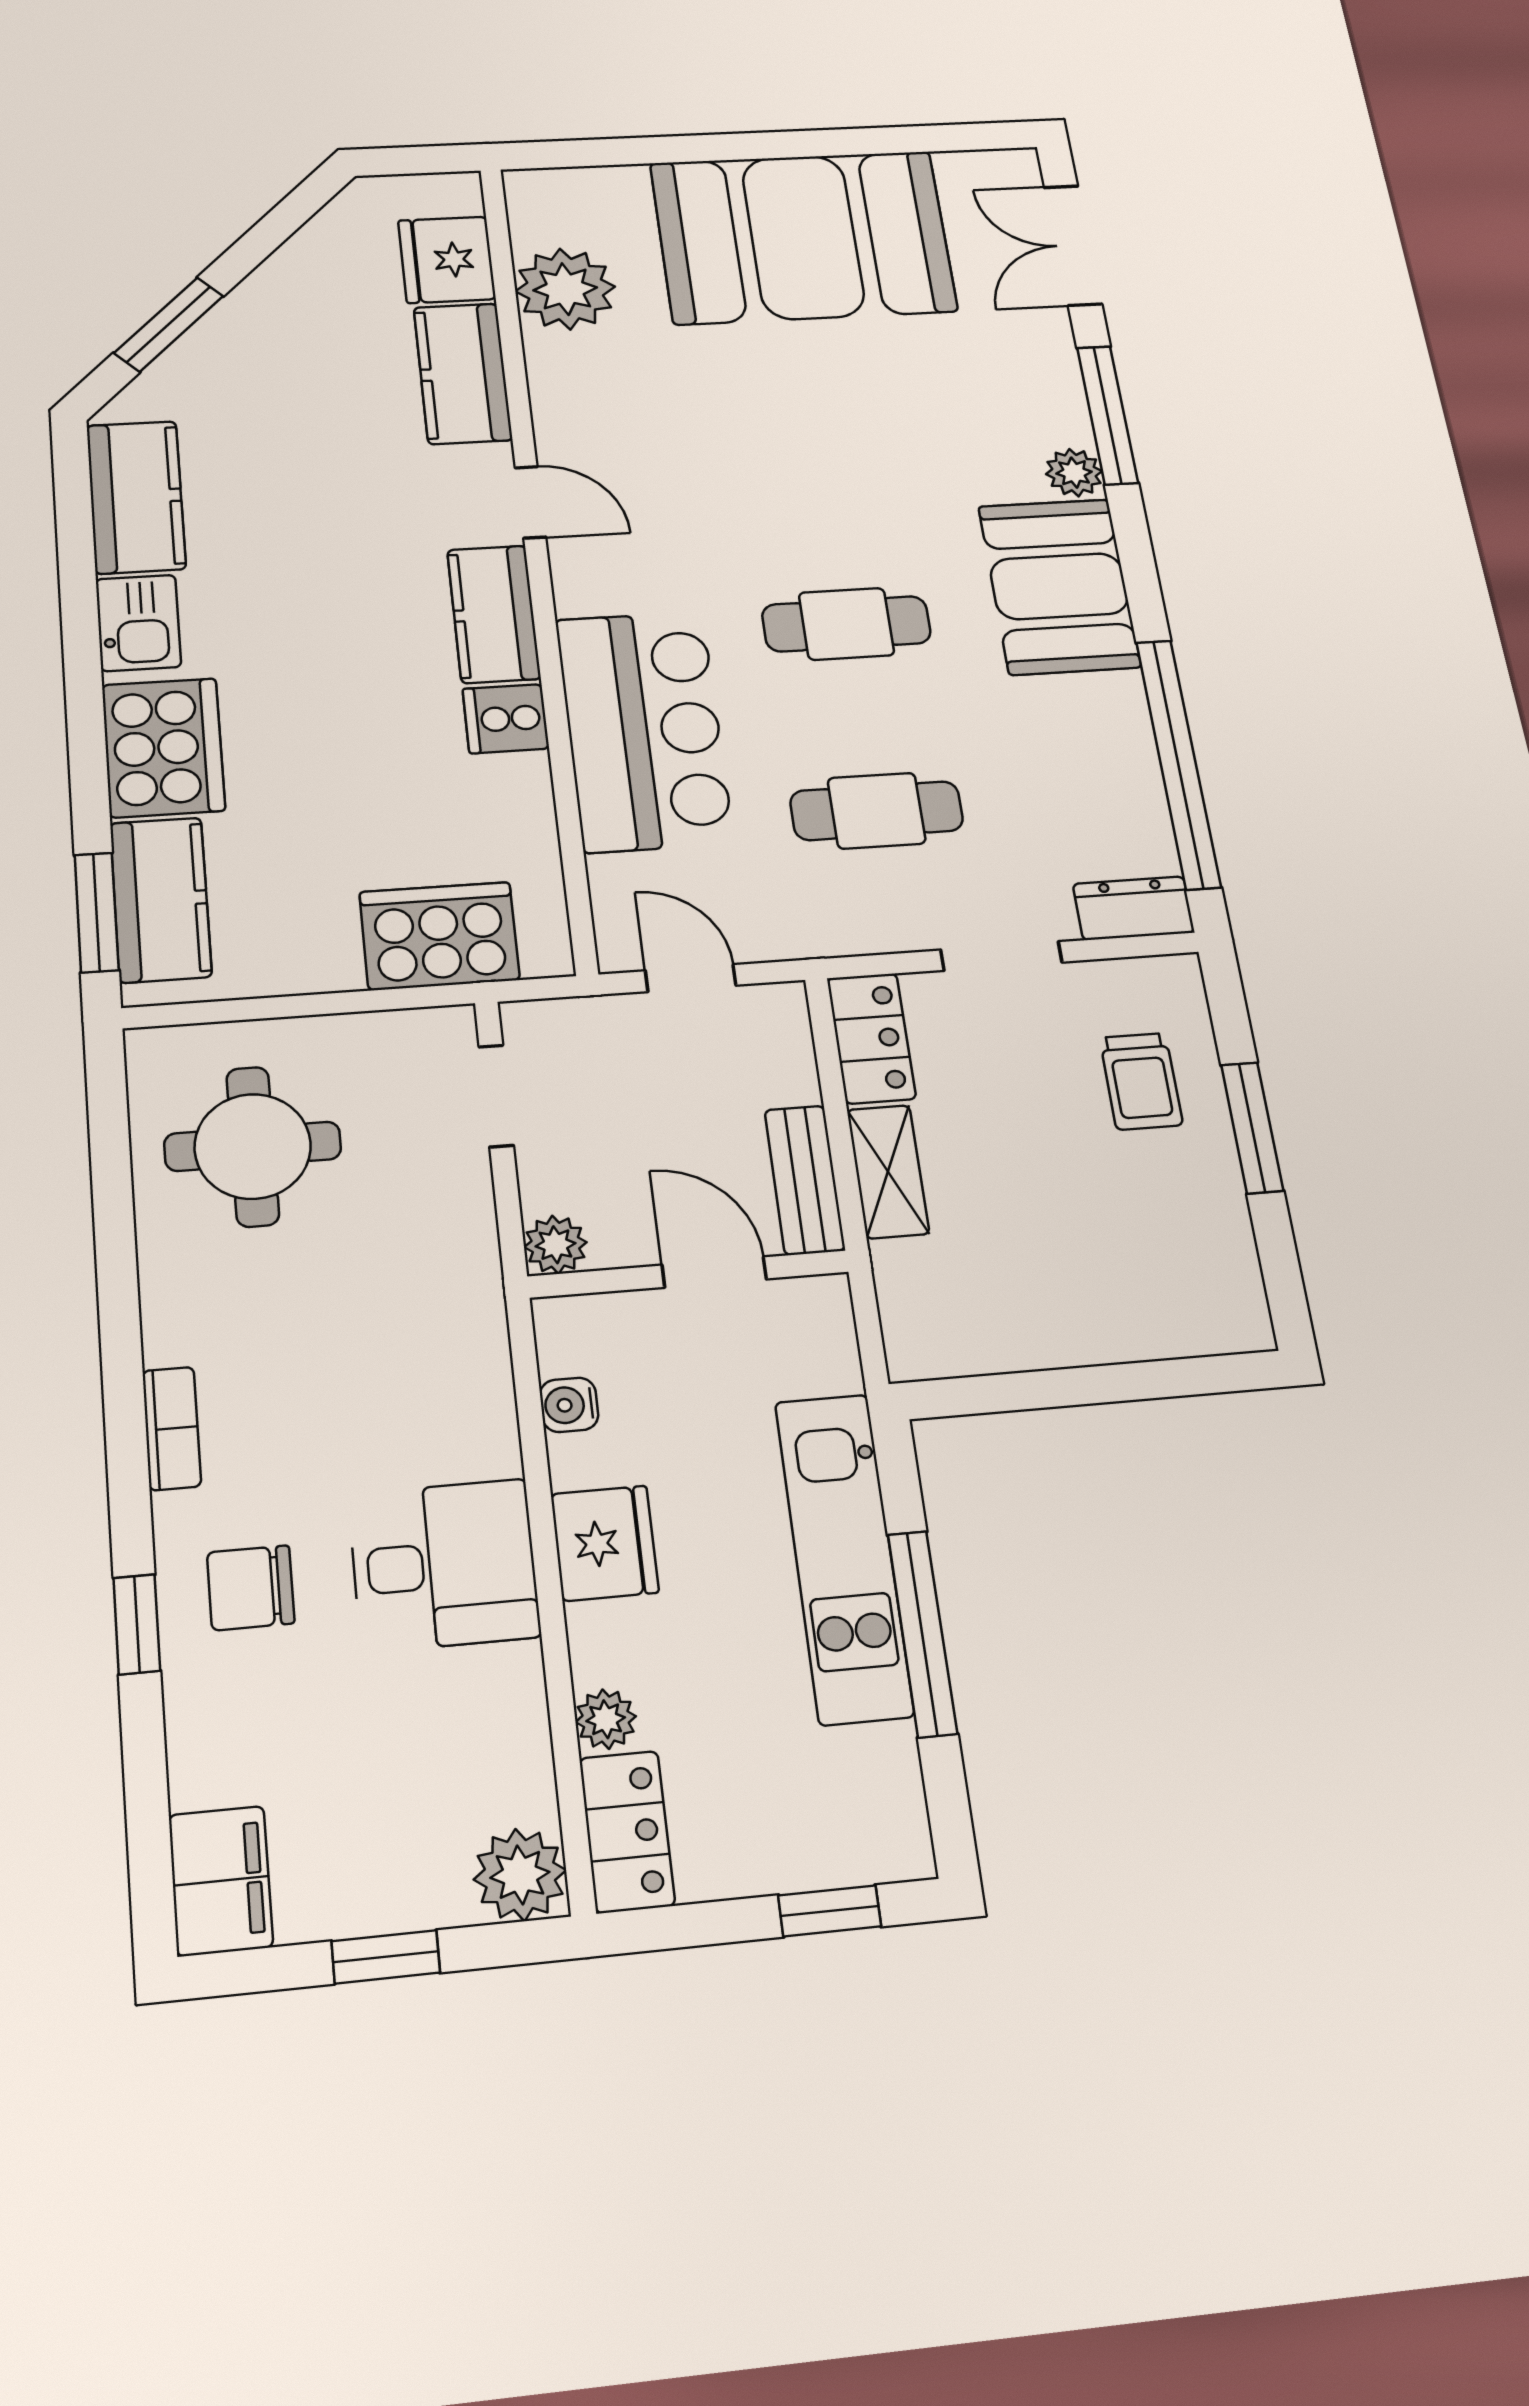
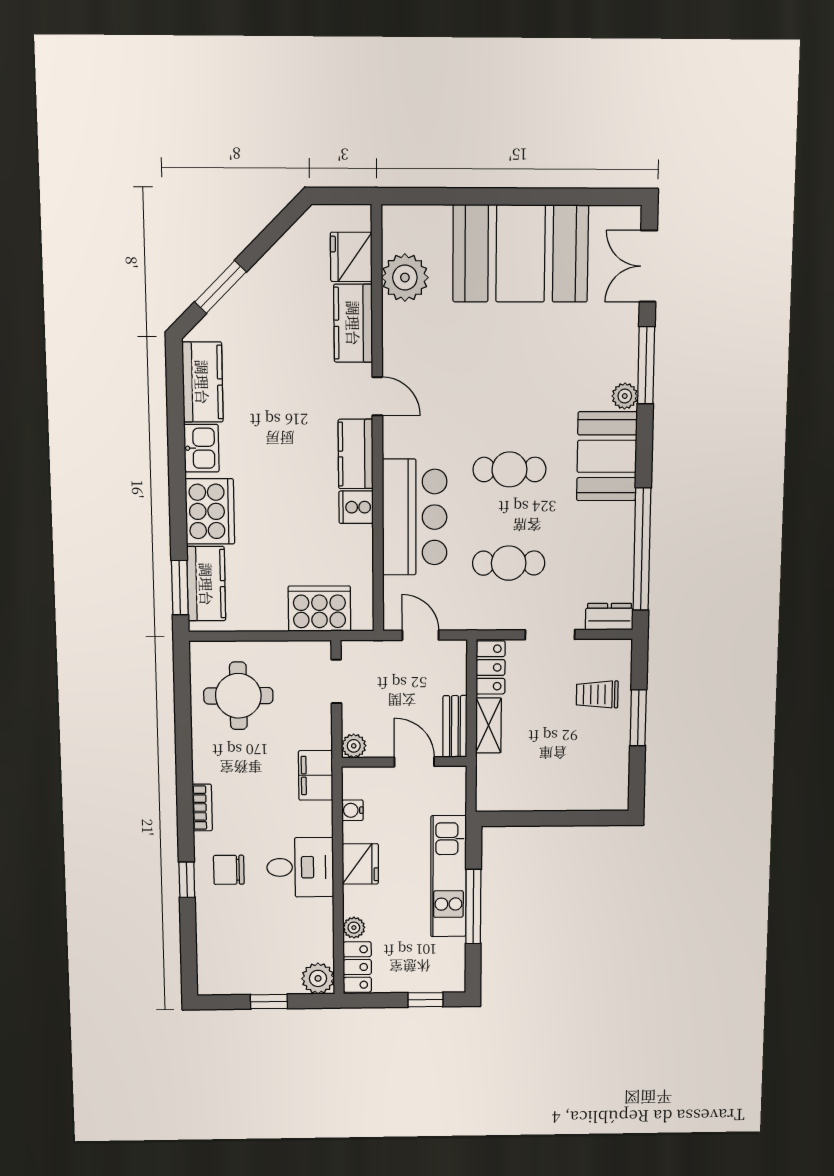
trolley: (1141, 1081) -> (597, 694), turned 90
filing cabinet: (221, 1881) -> (316, 775), moved, turned 180

